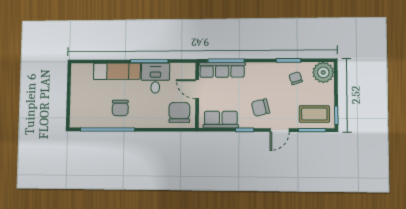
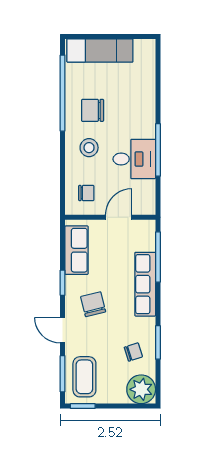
row of seats: (222, 70) -> (145, 284), moved
exam couch: (117, 71) -> (100, 51), moved, turned -90
stool: (147, 110) -> (89, 148), added
chair: (179, 112) -> (86, 193), width x0.54, depth x0.54

